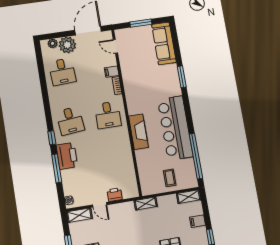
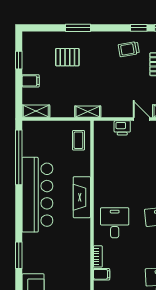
coffee table: (170, 178) -> (78, 140), moved

